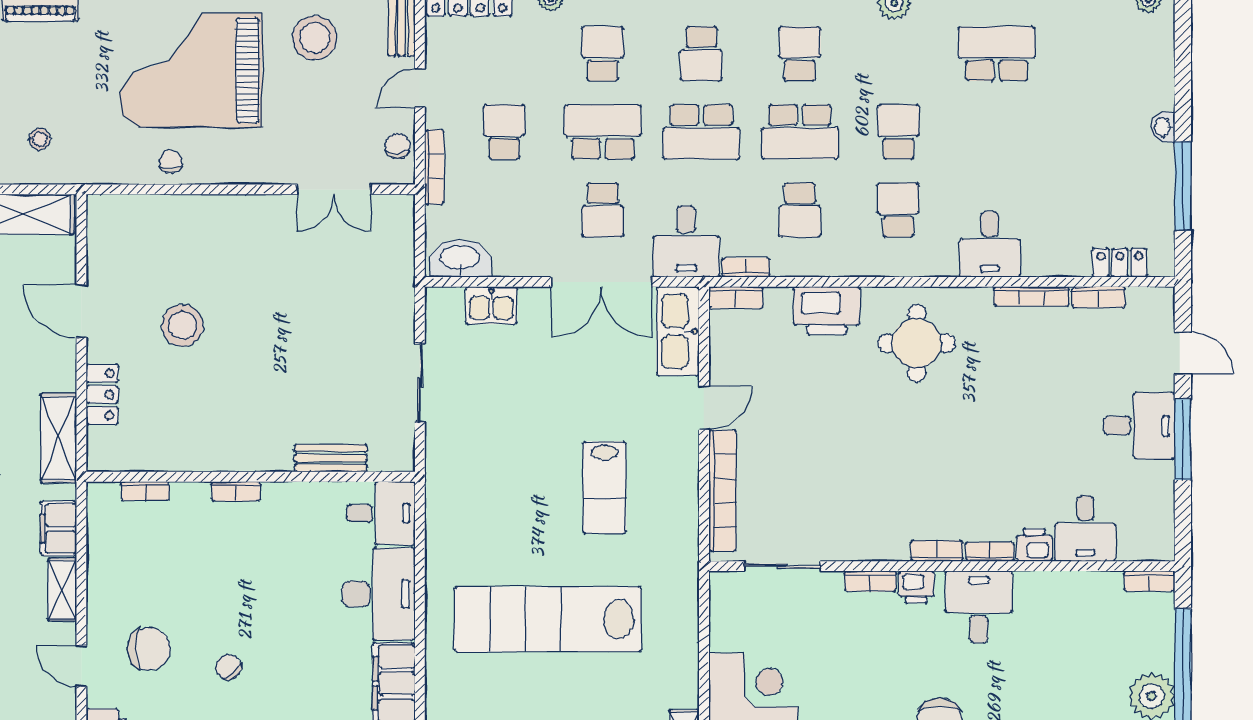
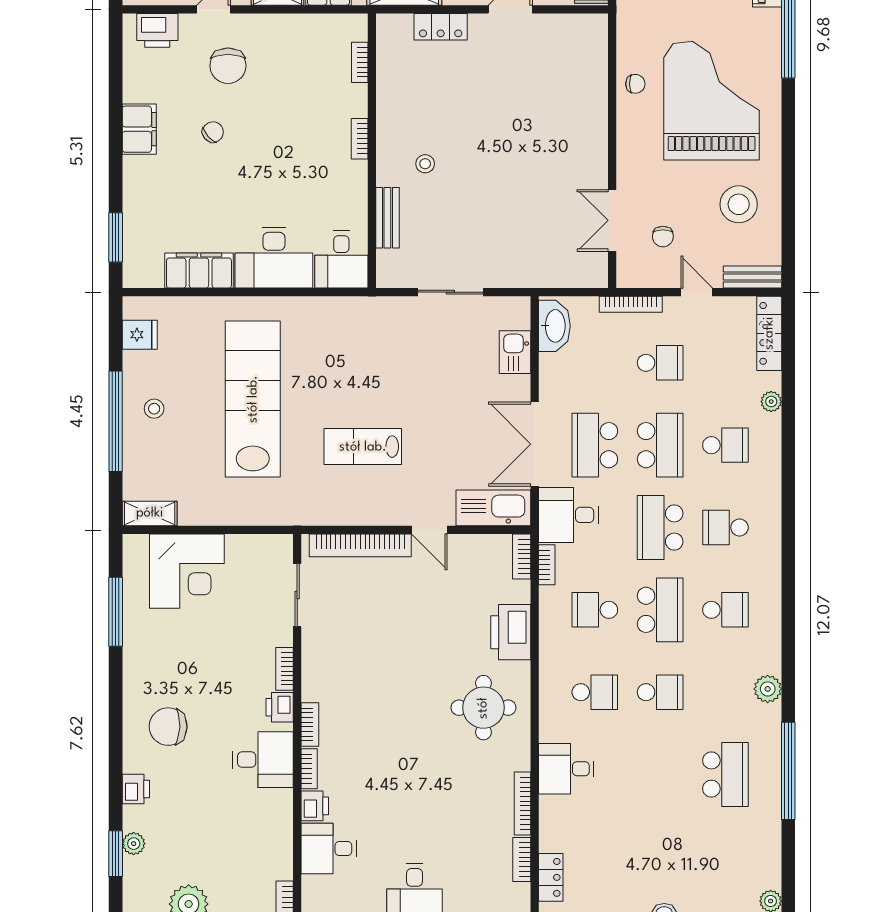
school desk: (800, 132) -> (660, 610), turned 180
chair: (398, 146) -> (663, 237), moved, turned 90
school desk: (603, 210) -> (595, 445), width x1.85
stool: (182, 326) -> (425, 164), moved, width x0.53, depth x0.53

